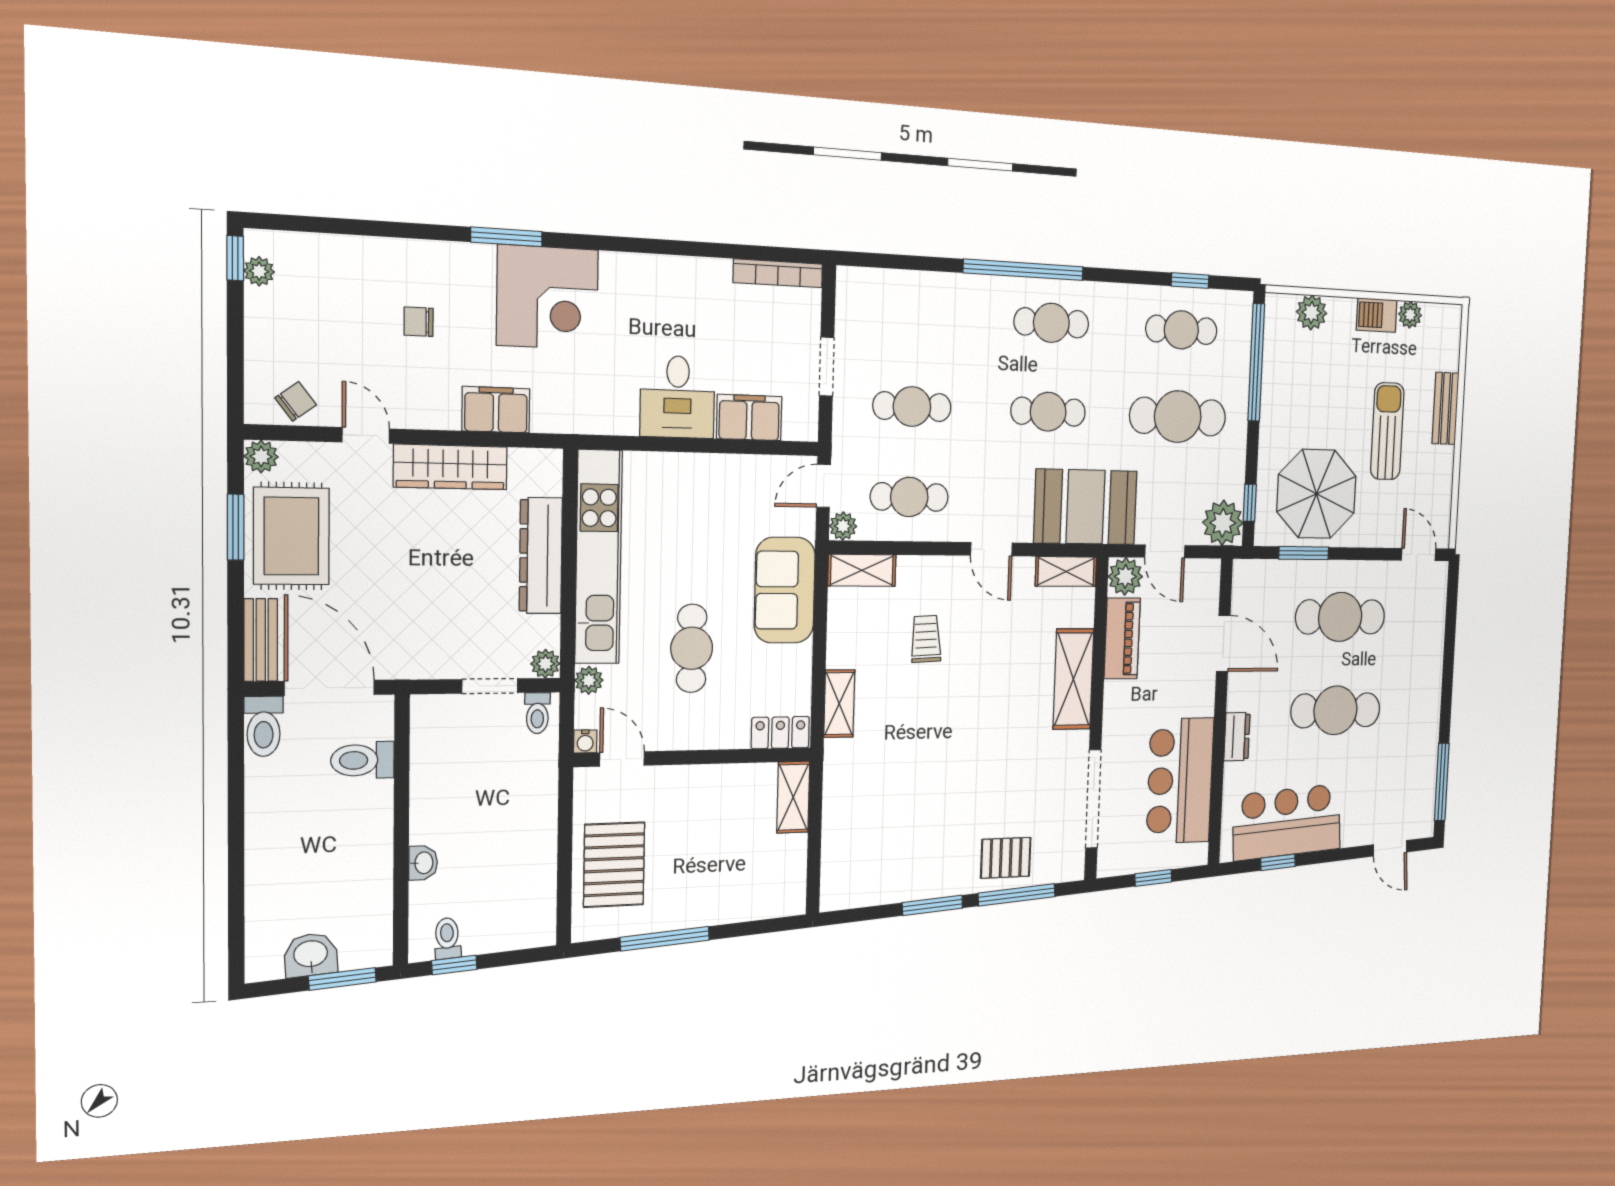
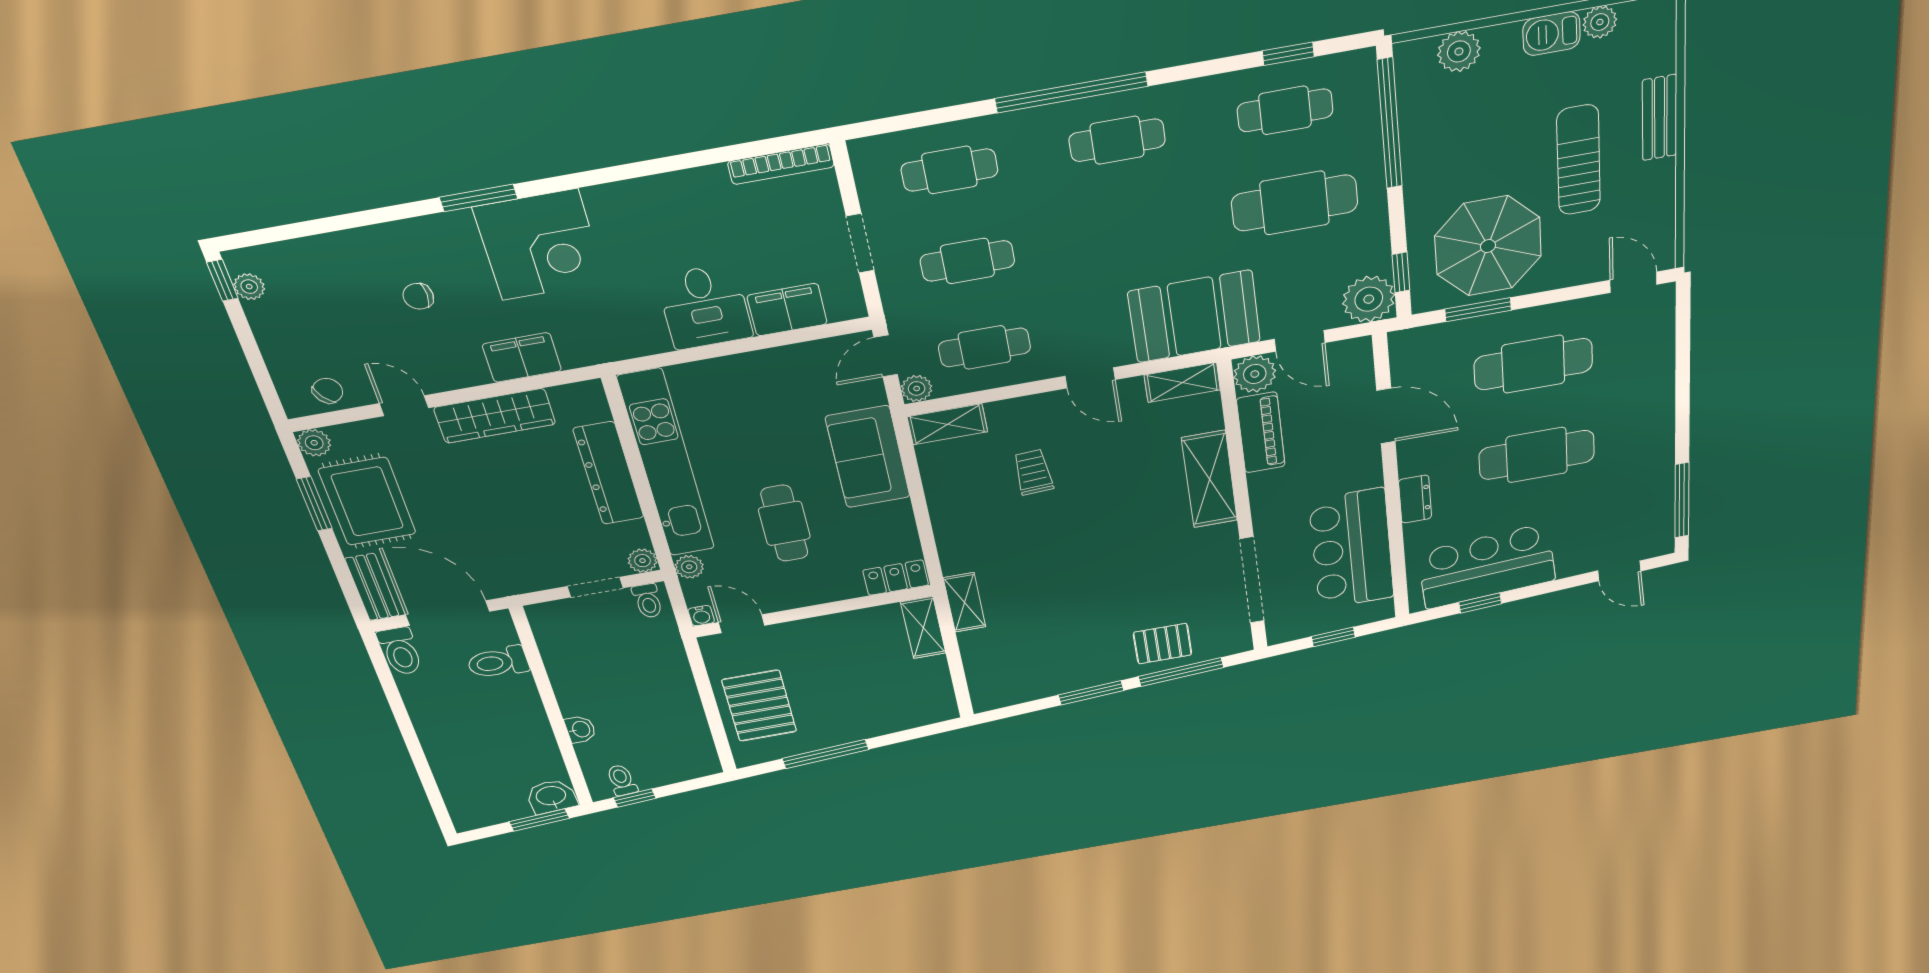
cafe table: (1048, 412) -> (949, 170), moved
shelving: (839, 704) -> (965, 602), moved
washbasin: (311, 955) -> (551, 796), moved

